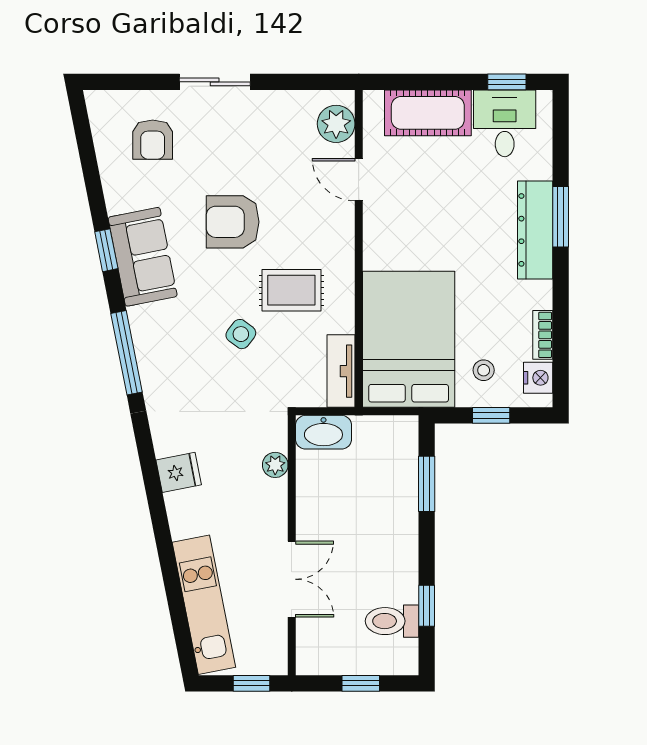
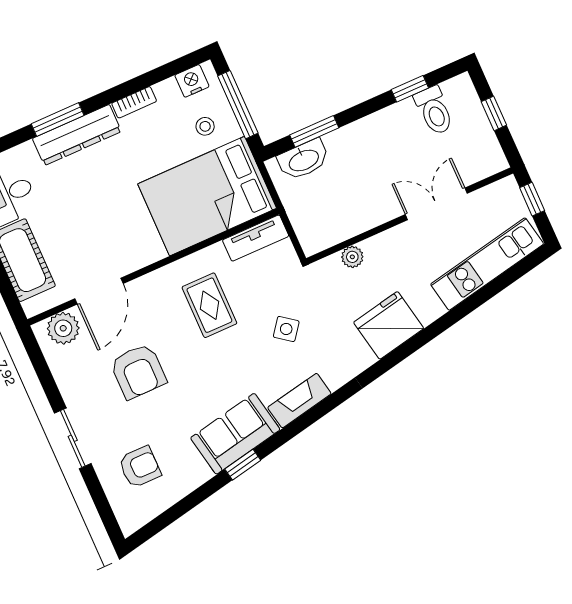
door: (359, 180) -> (99, 291), width x1.38
armchair: (233, 222) -> (138, 371), moved
side table: (241, 334) -> (286, 329), moved
bookcase: (543, 335) -> (134, 102), moved
fireplace: (148, 341) -> (299, 401), added
window: (127, 353) -> (316, 413), removed
window: (491, 415) -> (238, 105), width x2.17
washbasin: (323, 432) -> (303, 160), moved, turned 90
fridge: (179, 472) -> (389, 325), width x1.88, depth x1.34

